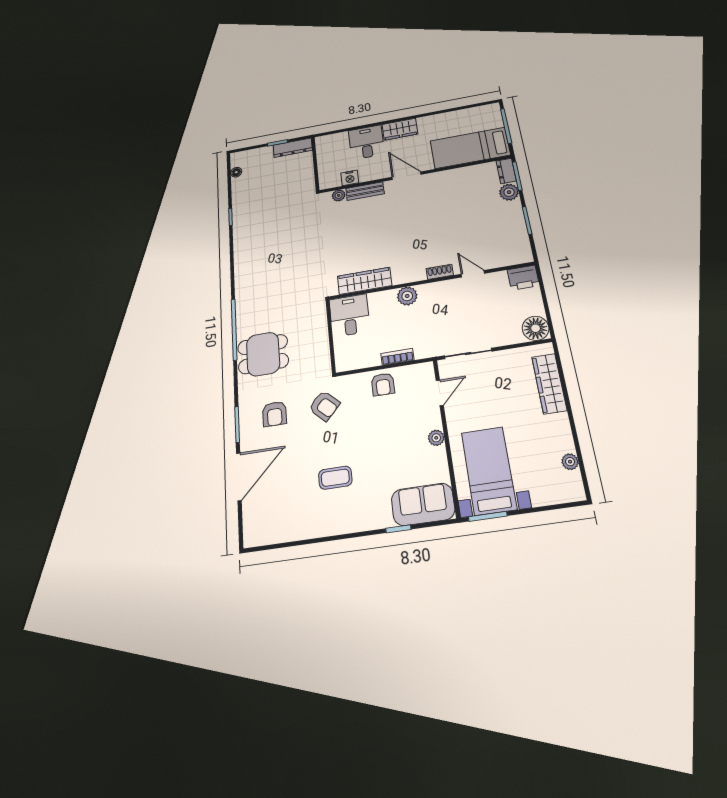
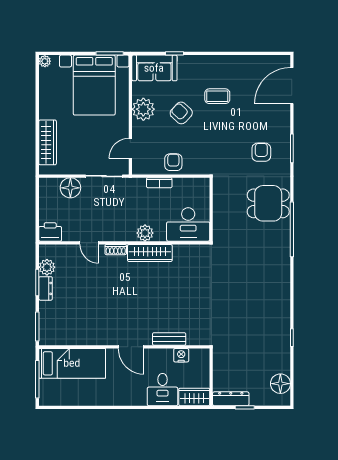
wardrobe: (400, 129) -> (194, 397), moved
dresser: (506, 171) -> (46, 288), moved
floor lamp: (236, 172) -> (280, 384), width x1.89, depth x1.89
plant: (509, 192) -> (47, 267), moved
plant: (339, 195) -> (193, 339), removed
wardrobe: (365, 281) -> (150, 253), moved
desk: (350, 315) -> (188, 224), width x1.37
floor lamp: (536, 328) -> (70, 188), moved
armchair: (324, 406) -> (181, 113), moved
plant: (436, 438) -> (143, 109), width x1.88, depth x1.88
plant: (570, 462) -> (45, 61), moved
bed with nightstands: (489, 470) -> (94, 85), width x1.36
door: (239, 477) -> (292, 86), moved

